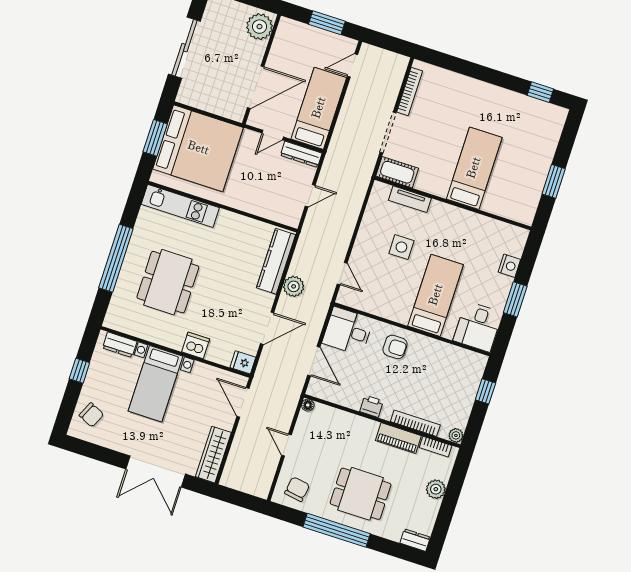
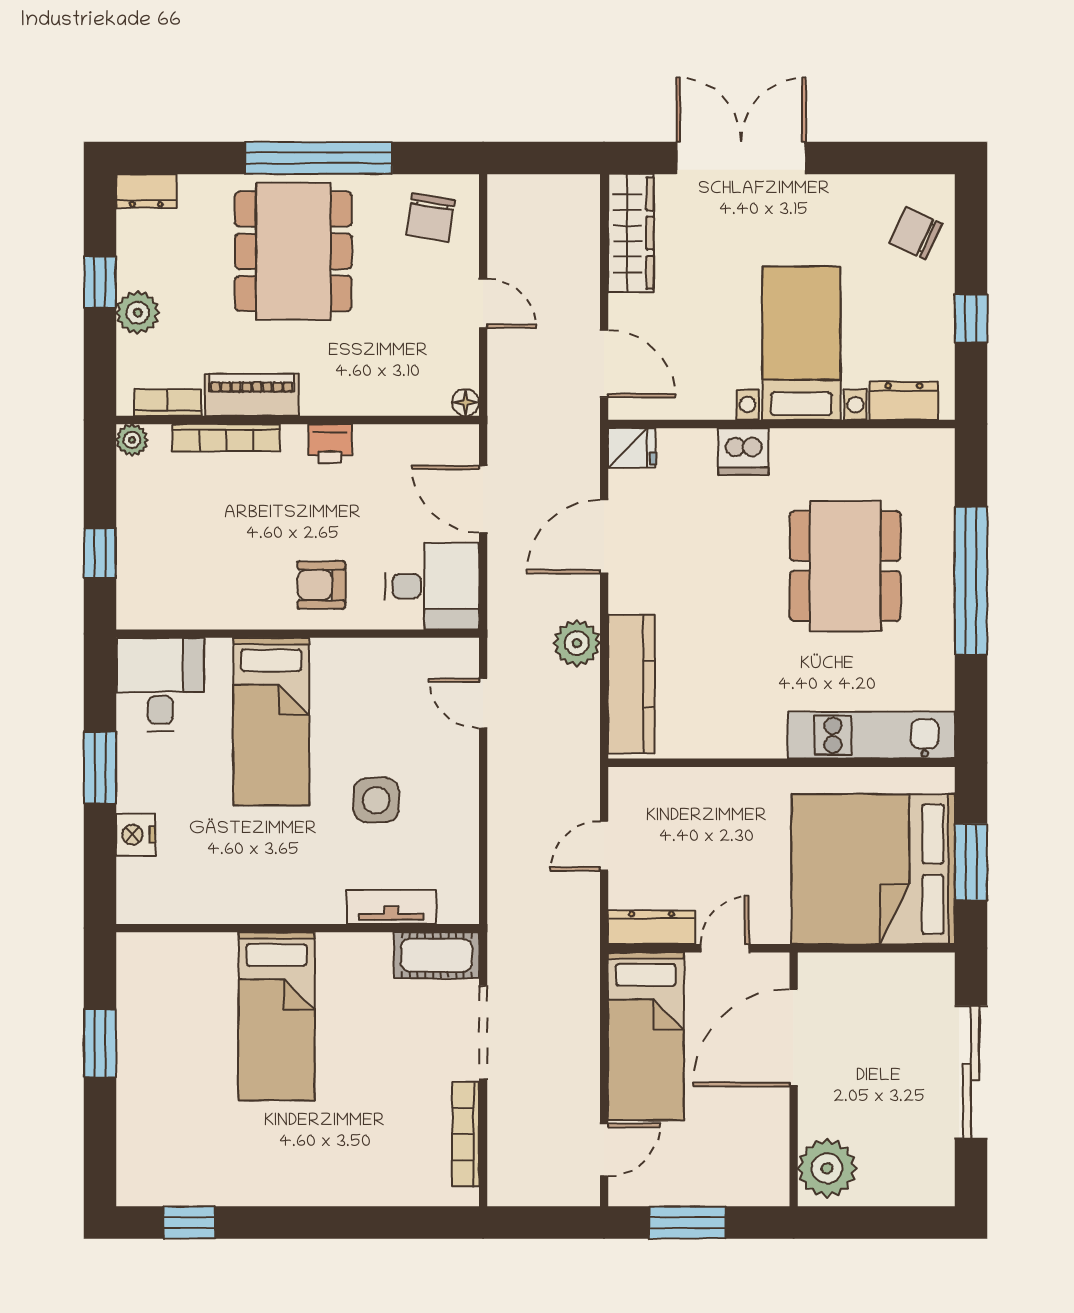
dining table: (361, 494) -> (293, 251), width x1.37
window: (448, 508) -> (100, 282), added

